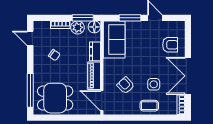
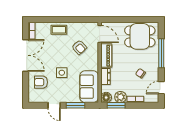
door: (30, 38) -> (161, 88), swing flipped
side table: (154, 84) -> (62, 73), moved
window: (30, 90) -> (161, 53), moved

